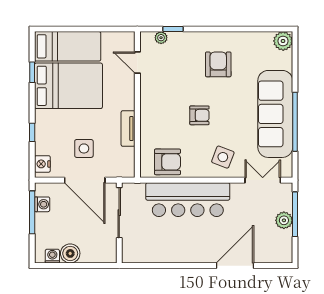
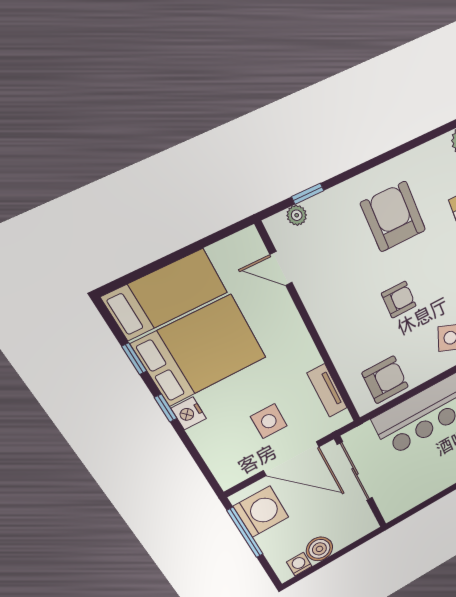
armchair: (218, 64) -> (393, 217), width x1.36, depth x1.36
tv unit: (128, 129) -> (327, 391), moved
window: (32, 132) -> (166, 408), moved
nightstand: (42, 164) -> (189, 413), moved
washing machine: (42, 204) -> (261, 512), width x1.89, depth x1.89

